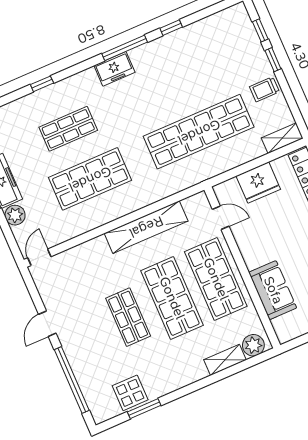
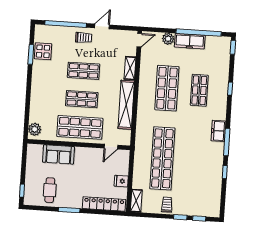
fridge: (258, 183) -> (121, 181), width x0.53, depth x0.75
door: (39, 257) -> (139, 40), hinge flipped
shop shelf: (172, 298) -> (82, 99), width x0.70, depth x0.74
door: (47, 324) -> (102, 26), hinge flipped
trolley: (78, 343) -> (84, 38), added
shelving: (225, 360) -> (130, 68), moved

